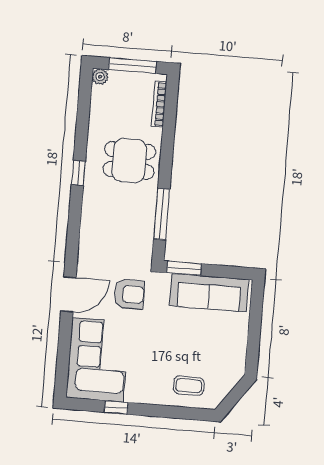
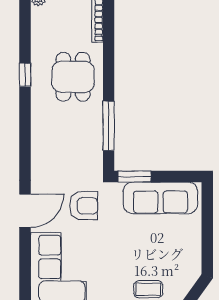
dining table: (129, 160) -> (73, 77), turned 90
window: (78, 173) -> (25, 75), moved

